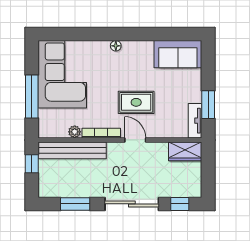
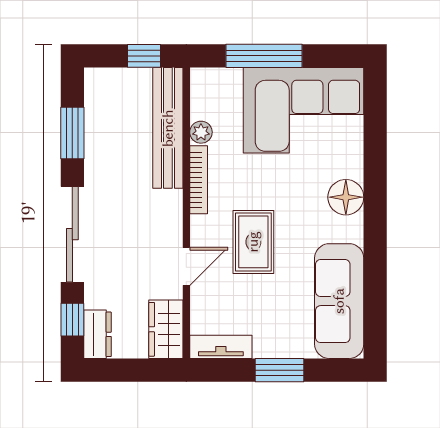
floor lamp: (116, 46) -> (346, 197), width x1.89, depth x1.89
sofa: (178, 54) -> (339, 301), width x1.36
window: (208, 105) -> (280, 370), moved
door: (135, 140) -> (186, 266), moved
dresser: (188, 190) -> (97, 334), added

